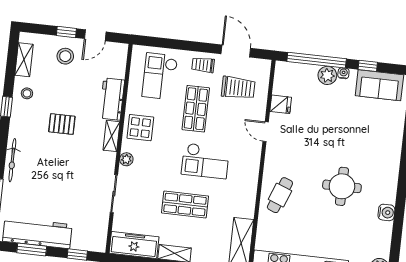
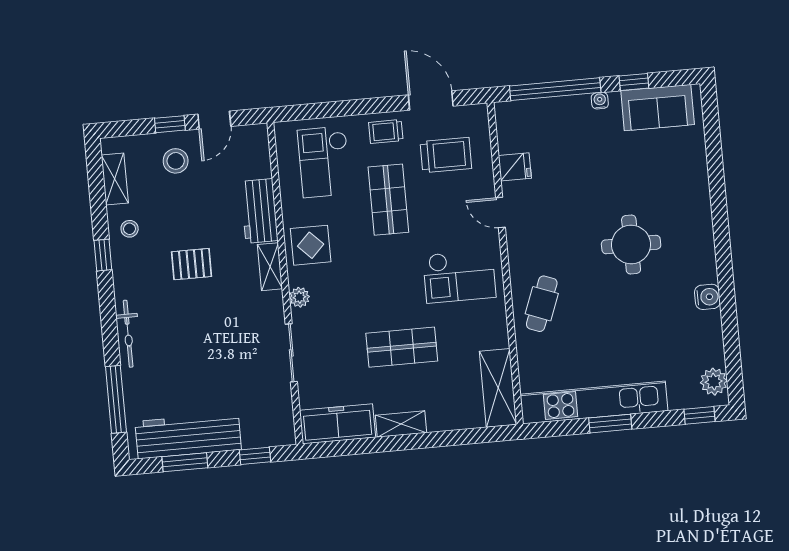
plant: (327, 75) -> (576, 109), removed
checkout: (205, 161) -> (459, 276), moved
round table: (342, 186) -> (631, 245), moved

